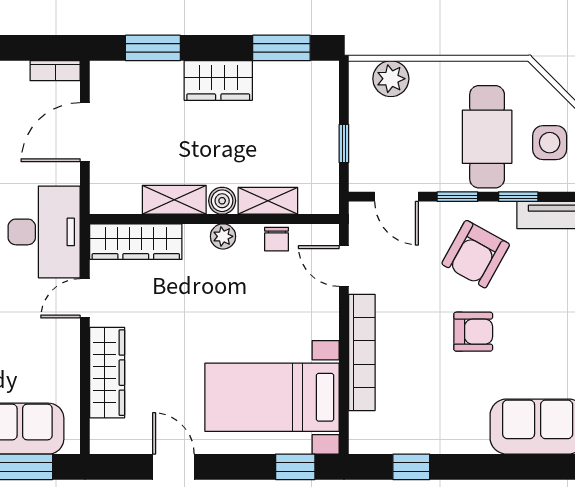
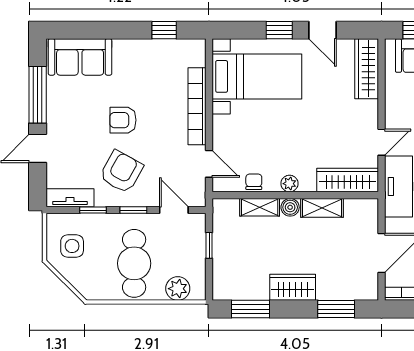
cafe table: (487, 137) -> (134, 263), moved
wardrobe: (107, 373) -> (367, 69), moved
window: (295, 467) -> (279, 30), moved

